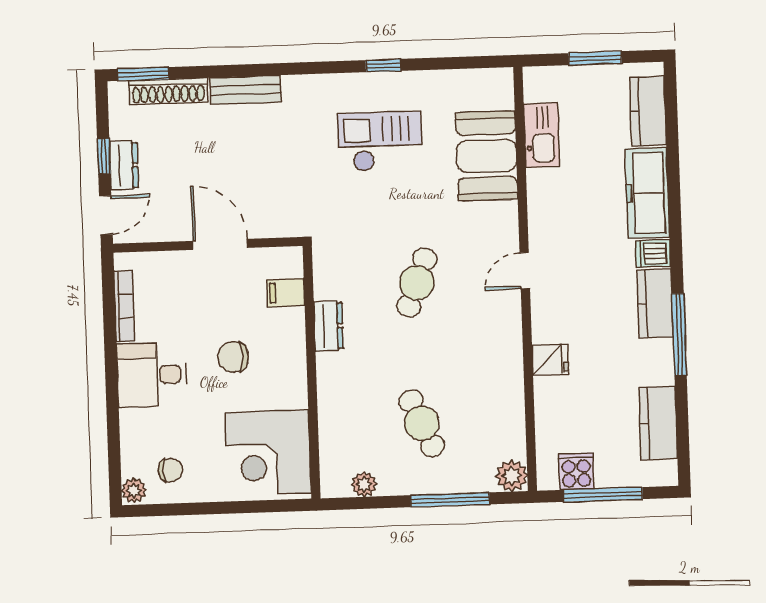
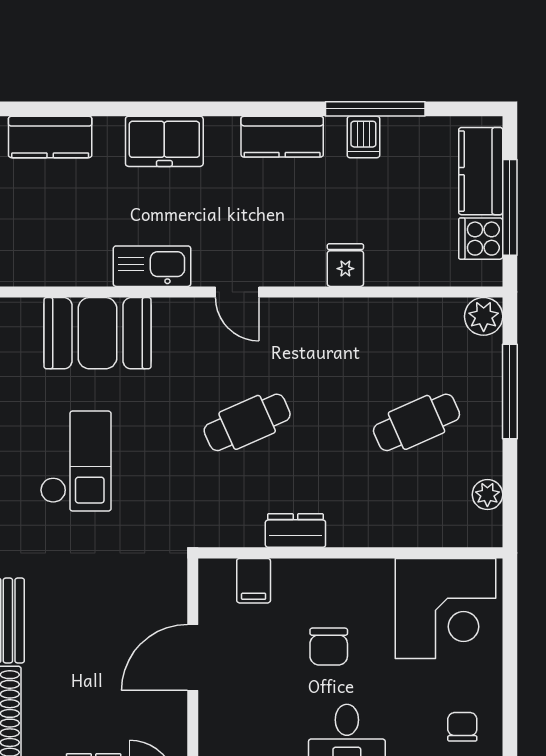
kitchen sink: (542, 135) -> (152, 266), moved
checkout: (380, 142) -> (76, 461), turned 180
freezer: (647, 193) -> (164, 141), width x0.71
dishwasher: (653, 254) -> (363, 137), moved
cafe table: (417, 283) -> (247, 422), turned -45
window: (679, 335) -> (375, 109), moved
kitchen counter: (658, 423) -> (481, 171), moved, turned 90

